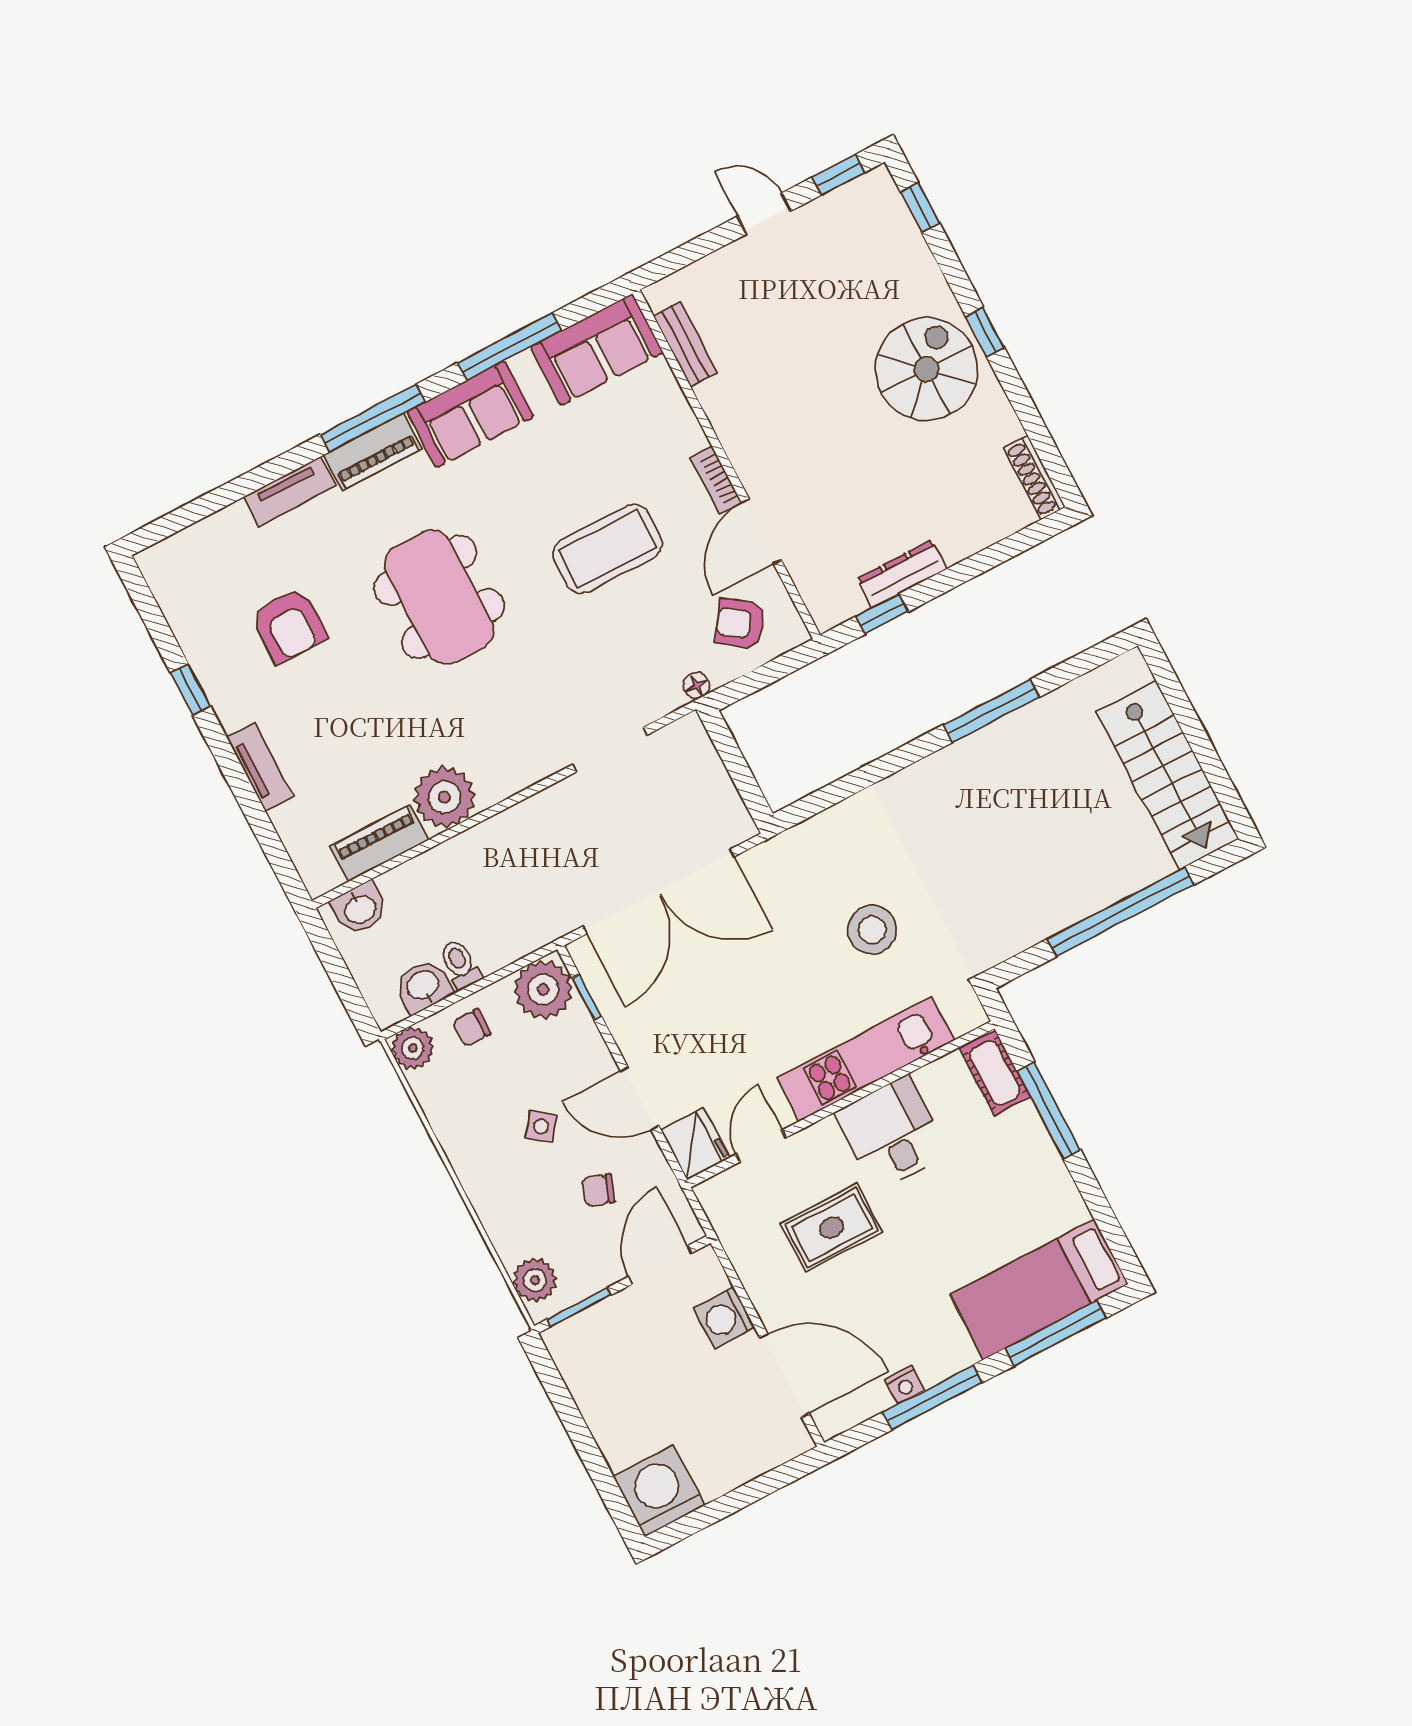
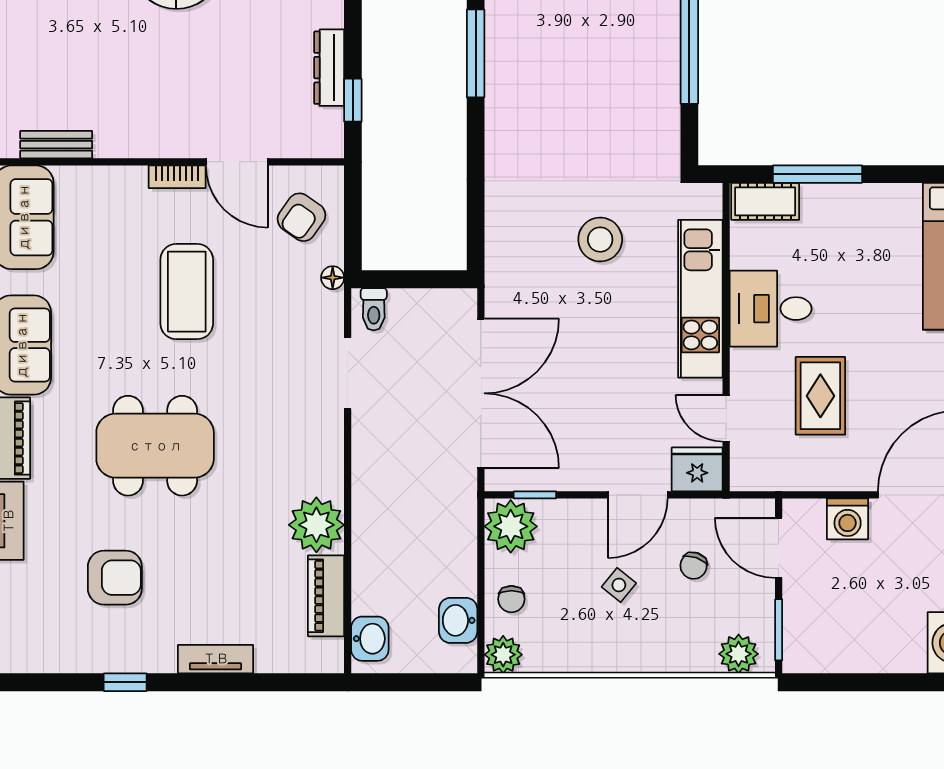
toilet: (460, 964) -> (374, 309), moved, turned -90

